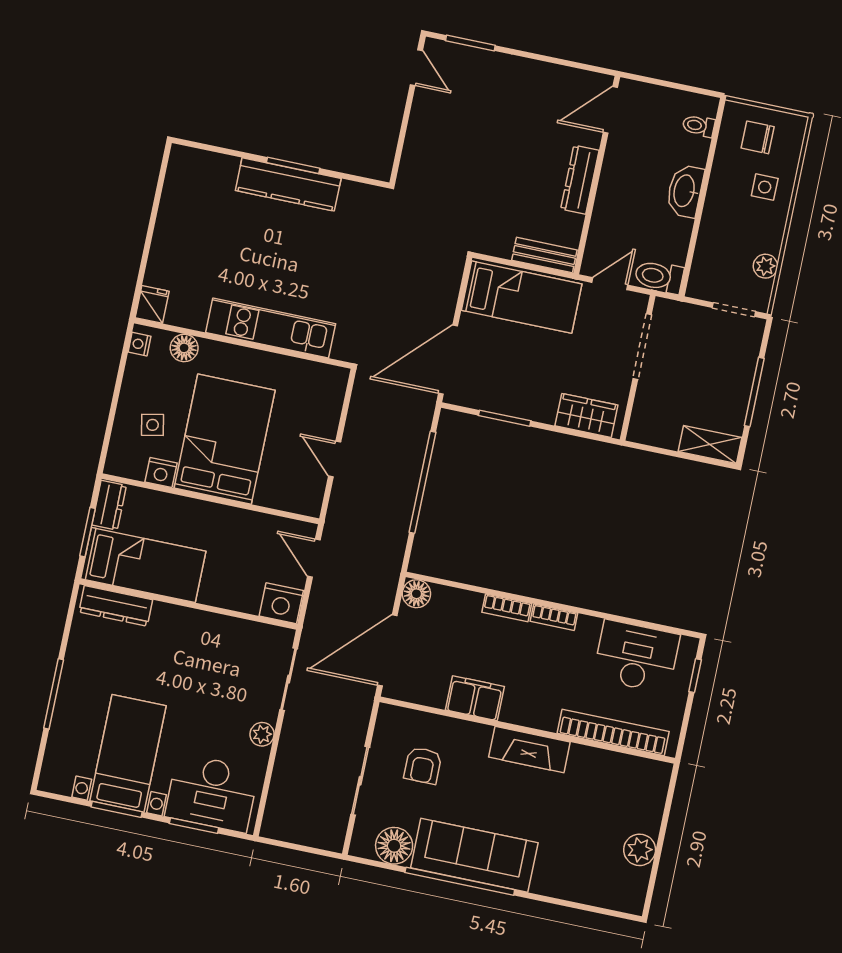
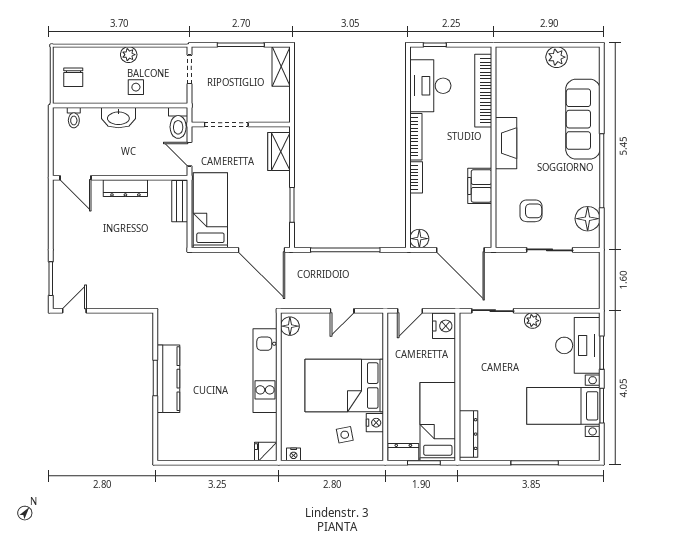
side table: (765, 187) -> (136, 87), moved
plant: (765, 266) -> (129, 55), moved
floor lamp: (184, 348) -> (290, 326), moved
bookcase: (554, 617) -> (416, 137), width x1.56
sofa: (474, 855) -> (583, 119), moved

